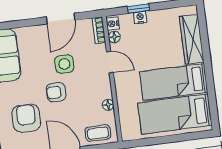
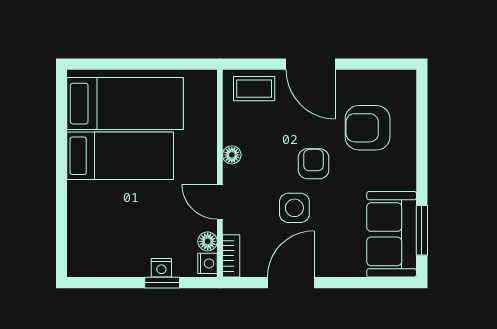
wardrobe: (192, 39) -> (82, 222), removed
armchair: (56, 92) -> (314, 164), turned -90
floor lamp: (108, 105) -> (232, 155), moved
armchair: (26, 118) -> (368, 128), turned 90

